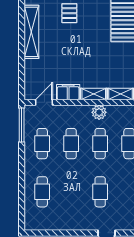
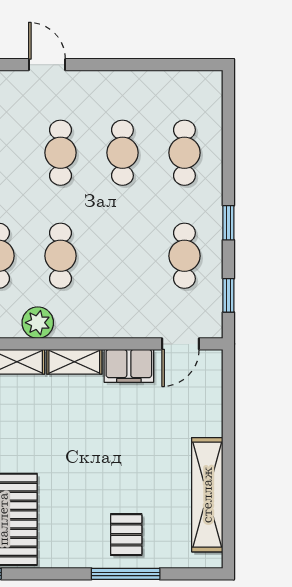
plant: (99, 112) -> (38, 323), moved
window: (22, 125) -> (228, 295), width x0.46
cafe table: (71, 144) -> (122, 153), moved
window: (22, 159) -> (228, 223), added

